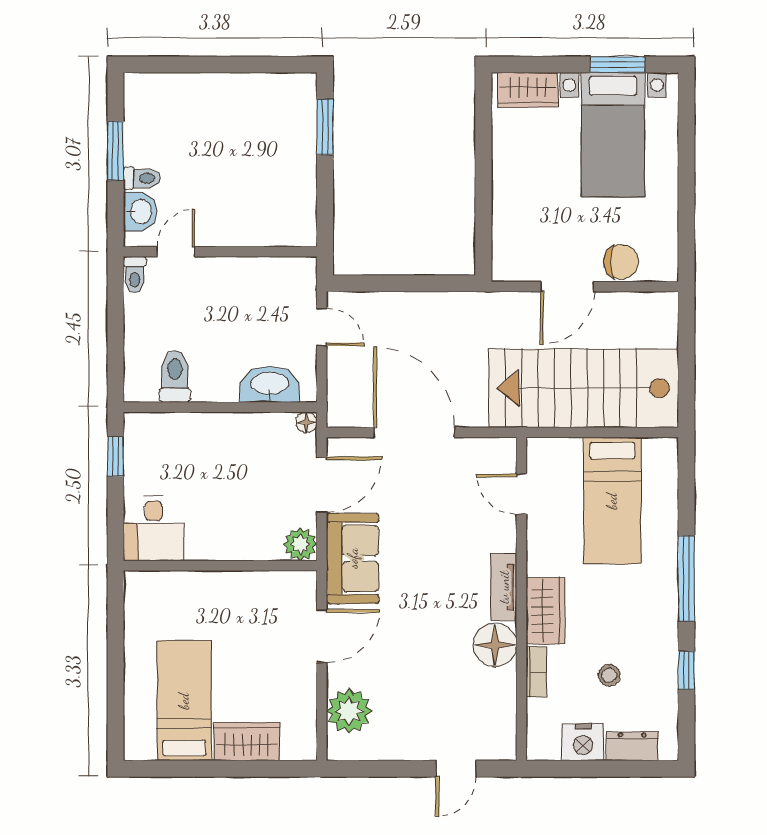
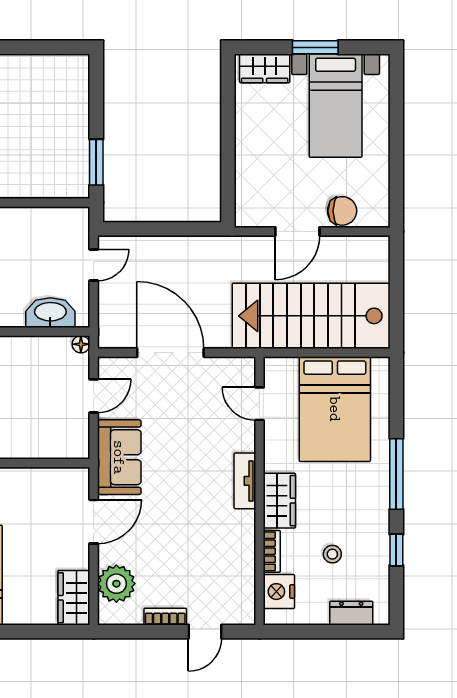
window: (617, 65) -> (315, 47), moved
window: (325, 127) -> (96, 162), moved
door: (322, 327) -> (94, 265), hinge flipped
door: (322, 485) -> (94, 396), width x0.73
bed: (612, 501) -> (335, 409), width x1.50
plant: (300, 544) -> (76, 445), removed
floor lamp: (495, 645) -> (238, 529), removed
wardrobe: (247, 742) -> (74, 598), moved, turned -90
nightstand: (583, 742) -> (279, 592), moved, turned 90
bookcase: (408, 751) -> (165, 617), added

